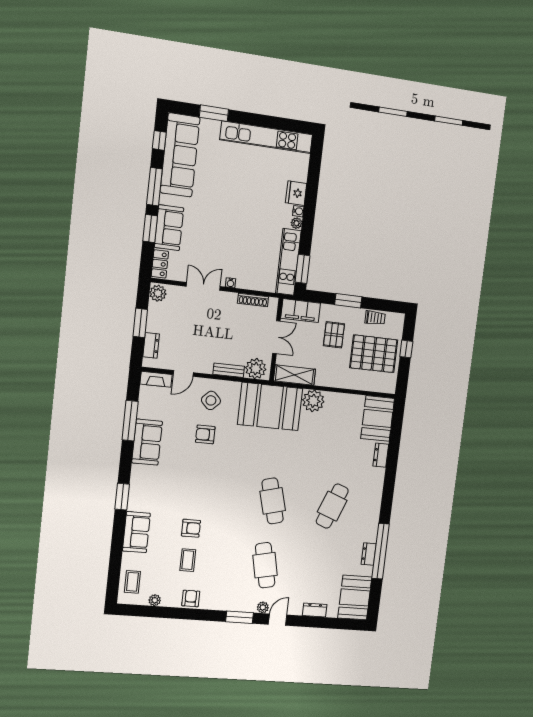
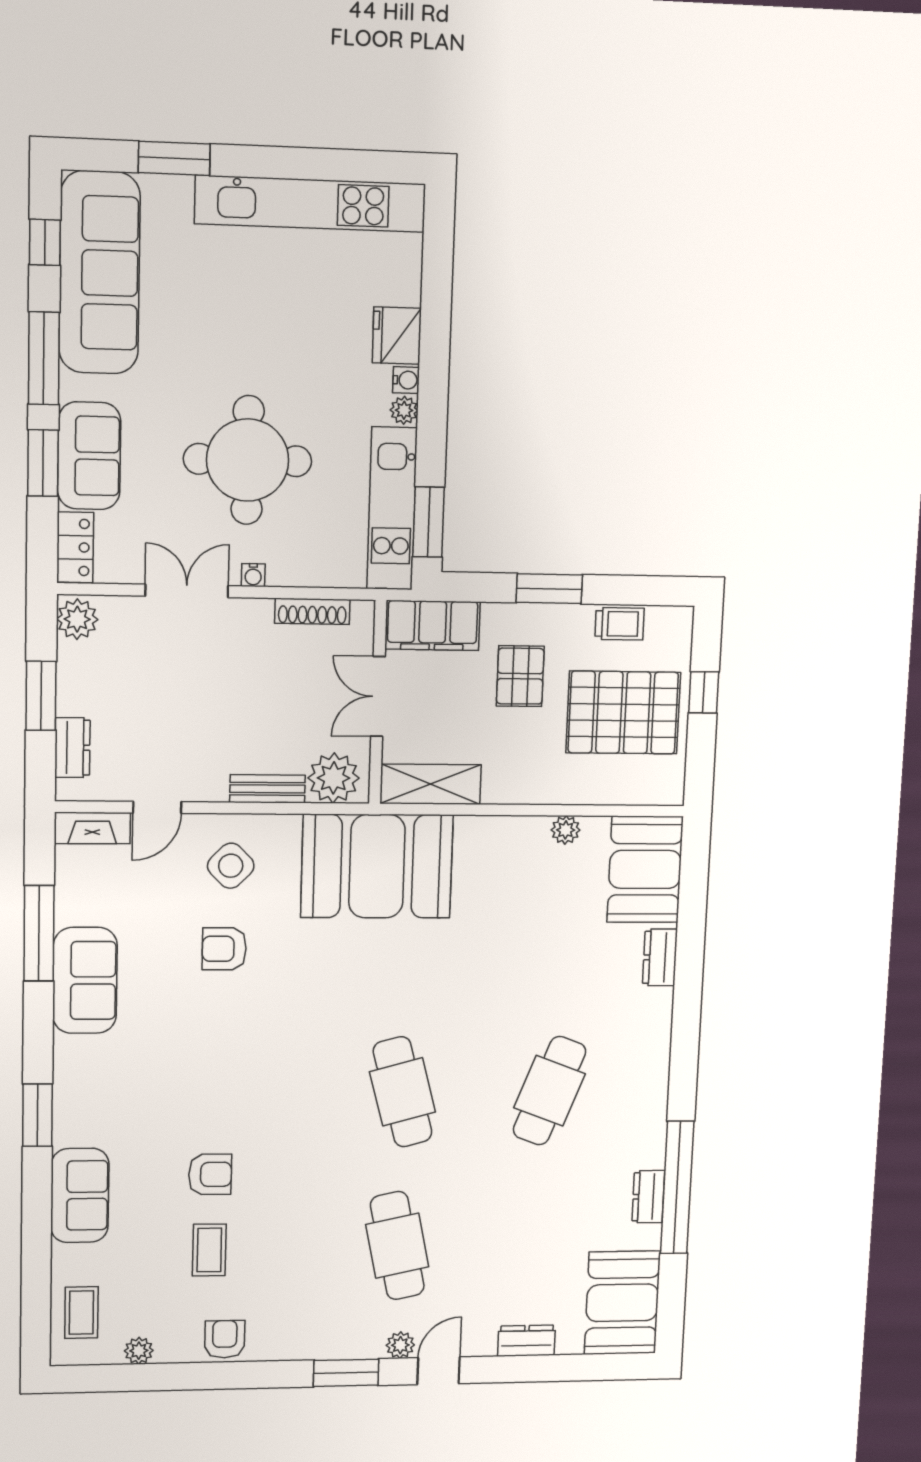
round table: (232, 236) -> (248, 460), added
double door: (276, 337) -> (378, 696), swing flipped
plant: (313, 401) -> (566, 830), moved, width x0.53, depth x0.53

